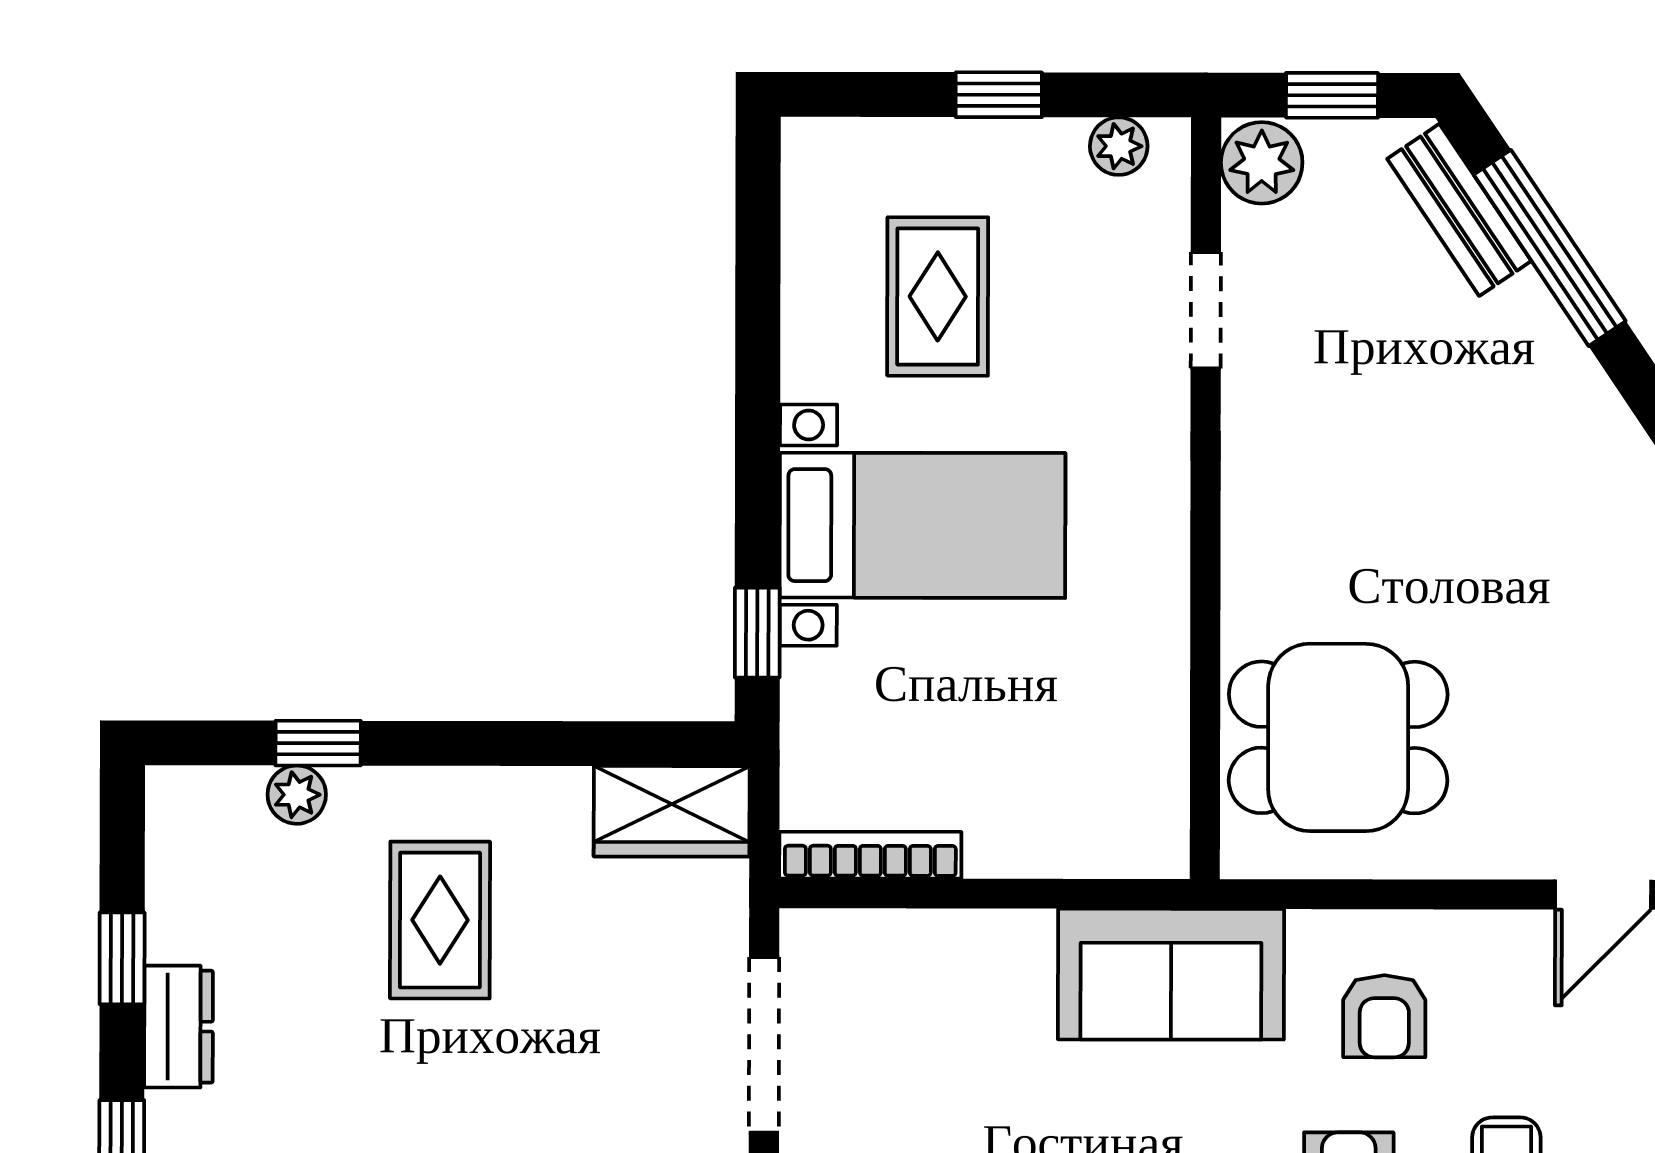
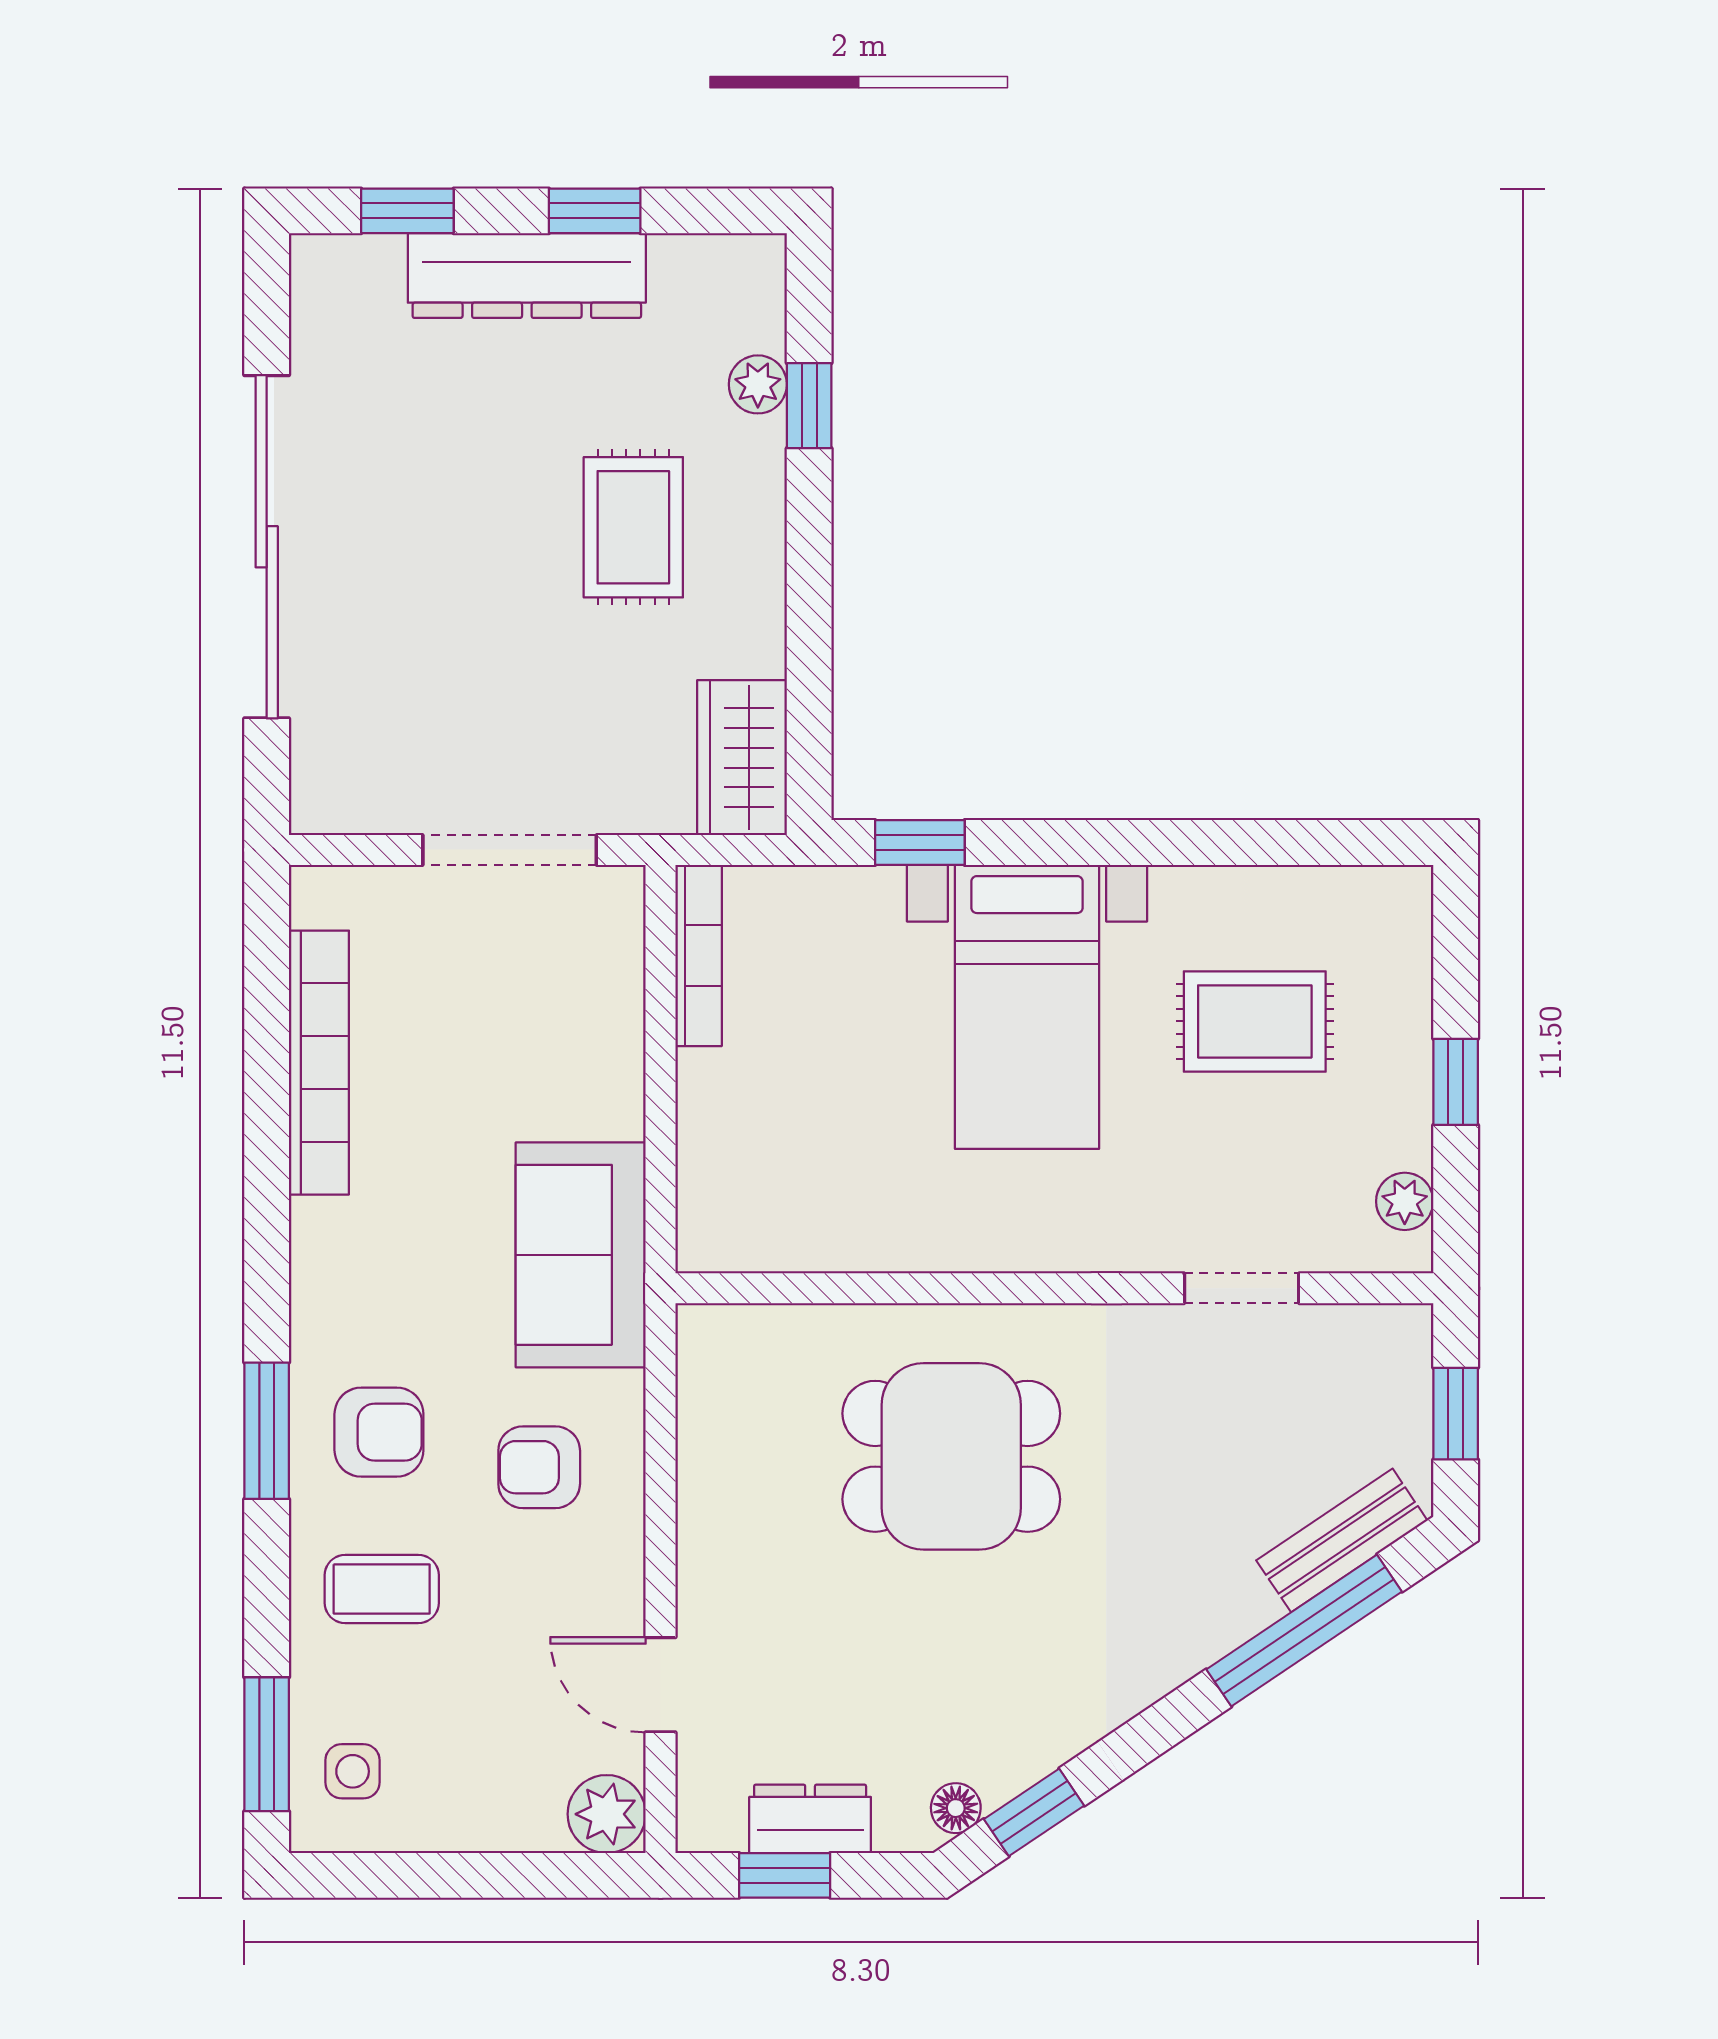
plant: (1262, 163) -> (1388, 1344), removed
dining table: (1338, 737) -> (951, 1456), moved, turned 90
rug: (440, 920) -> (633, 527), turned 90
dresser: (179, 1027) -> (527, 276), width x1.96, depth x1.24

